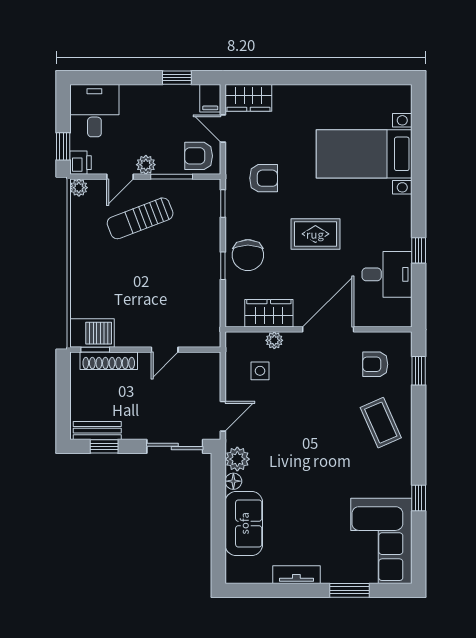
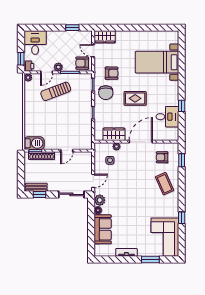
filing cabinet: (210, 98) -> (87, 37), removed
chair: (248, 255) -> (106, 93), moved

